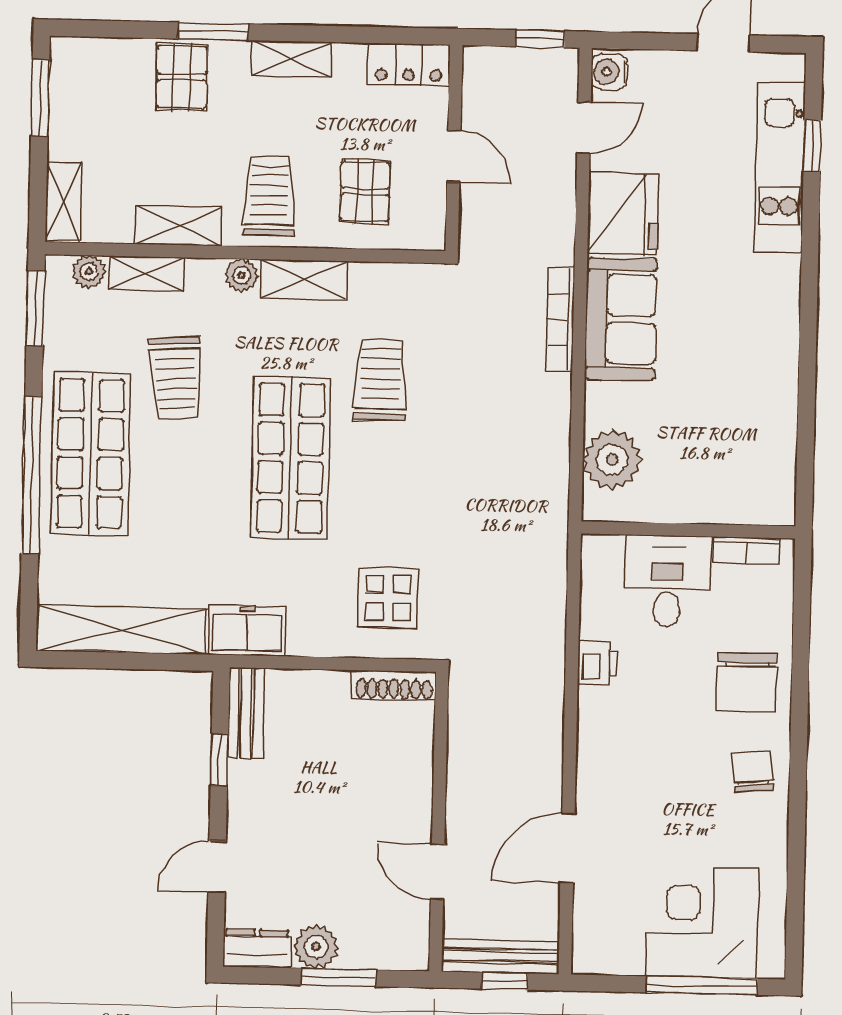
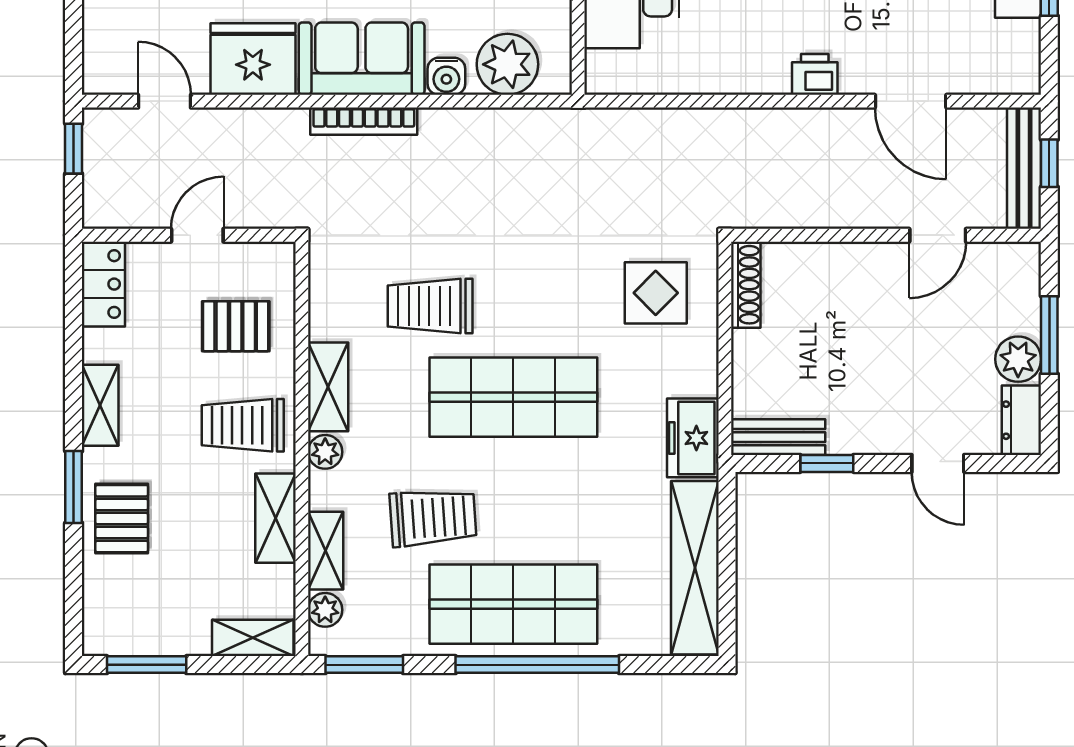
water cooler: (609, 72) -> (446, 76), moved
pallet: (182, 77) -> (122, 519), turned 90
printer: (598, 663) -> (815, 74), moved

